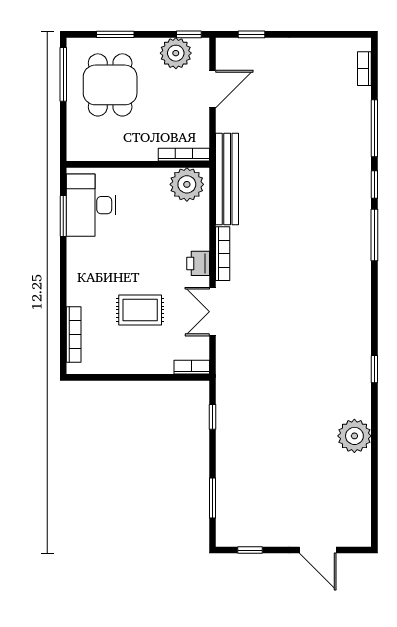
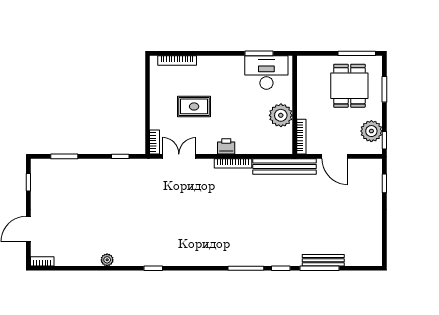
bookcase: (364, 69) -> (42, 261), moved
dining table: (110, 85) -> (349, 86), turned 90
door: (212, 89) -> (335, 156), moved
bench: (363, 123) -> (323, 260), added
plant: (187, 184) -> (281, 115), moved
rug: (140, 310) -> (194, 106), turned 90
double door: (212, 312) -> (179, 156), moved
plant: (354, 436) -> (107, 260), width x0.53, depth x0.53

